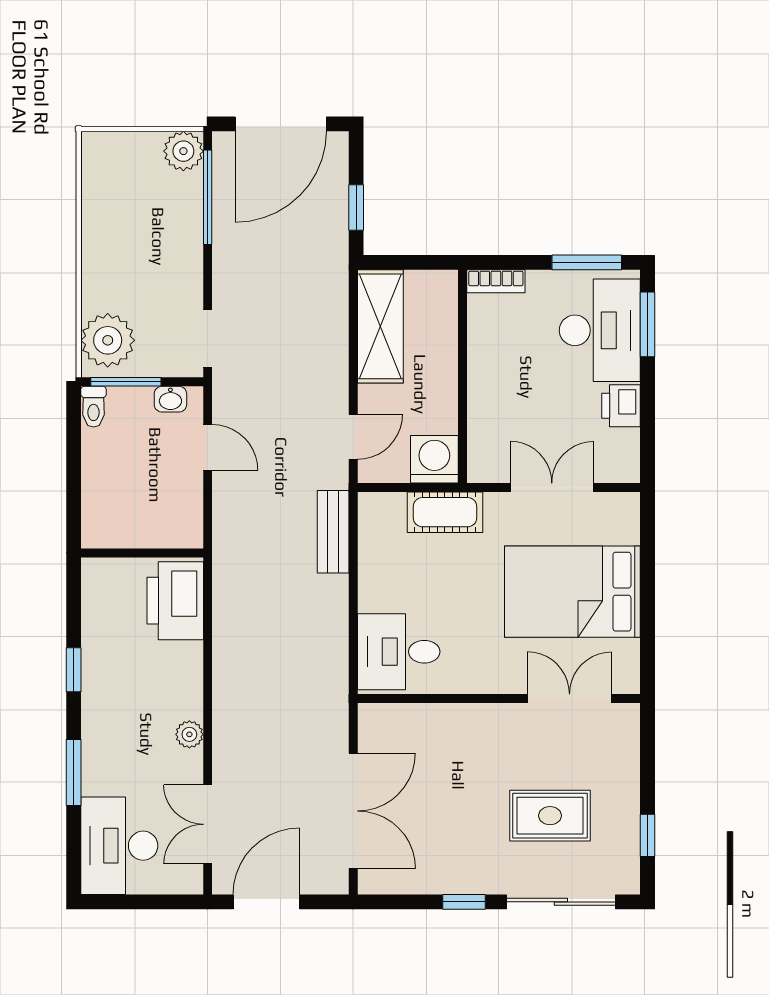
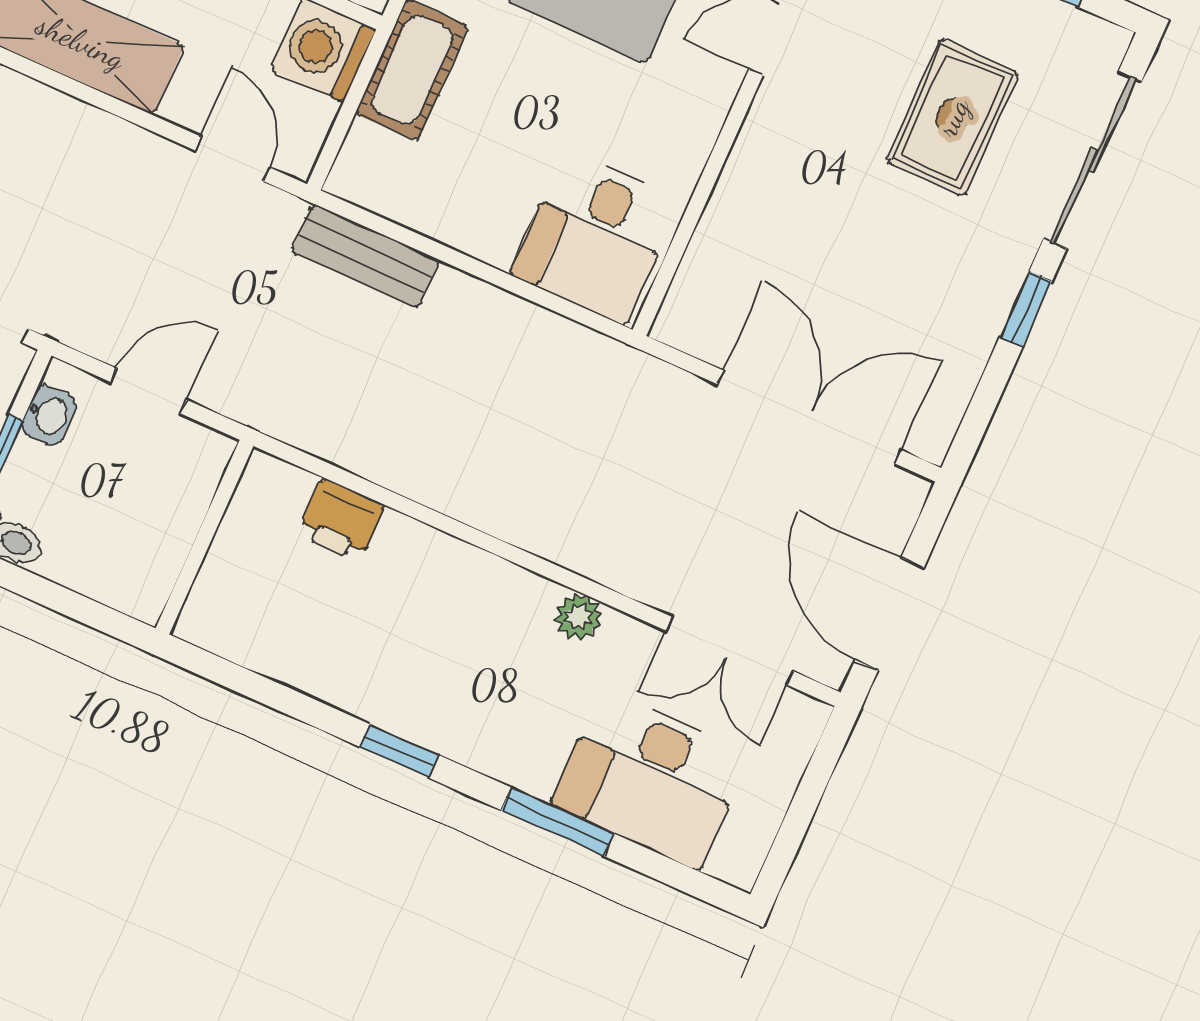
wall: (142, 553) -> (204, 537), moved
printer: (175, 601) -> (341, 520), width x0.53, depth x0.68
desk: (119, 846) -> (651, 779), moved

